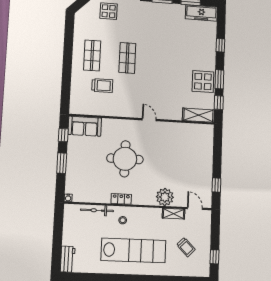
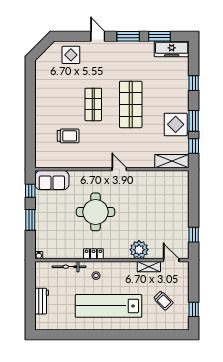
shop shelf: (92, 55) -> (131, 104), moved, width x1.43, depth x1.36
lab bench: (133, 250) -> (109, 306), turned 180
workbench: (68, 259) -> (42, 301), moved

